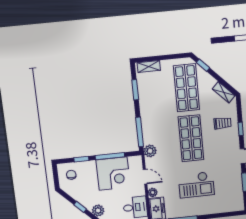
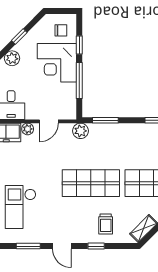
window: (140, 132) -> (105, 120), width x0.69
corner desk: (113, 174) -> (57, 63), moved
checkout: (196, 185) -> (21, 207), moved

